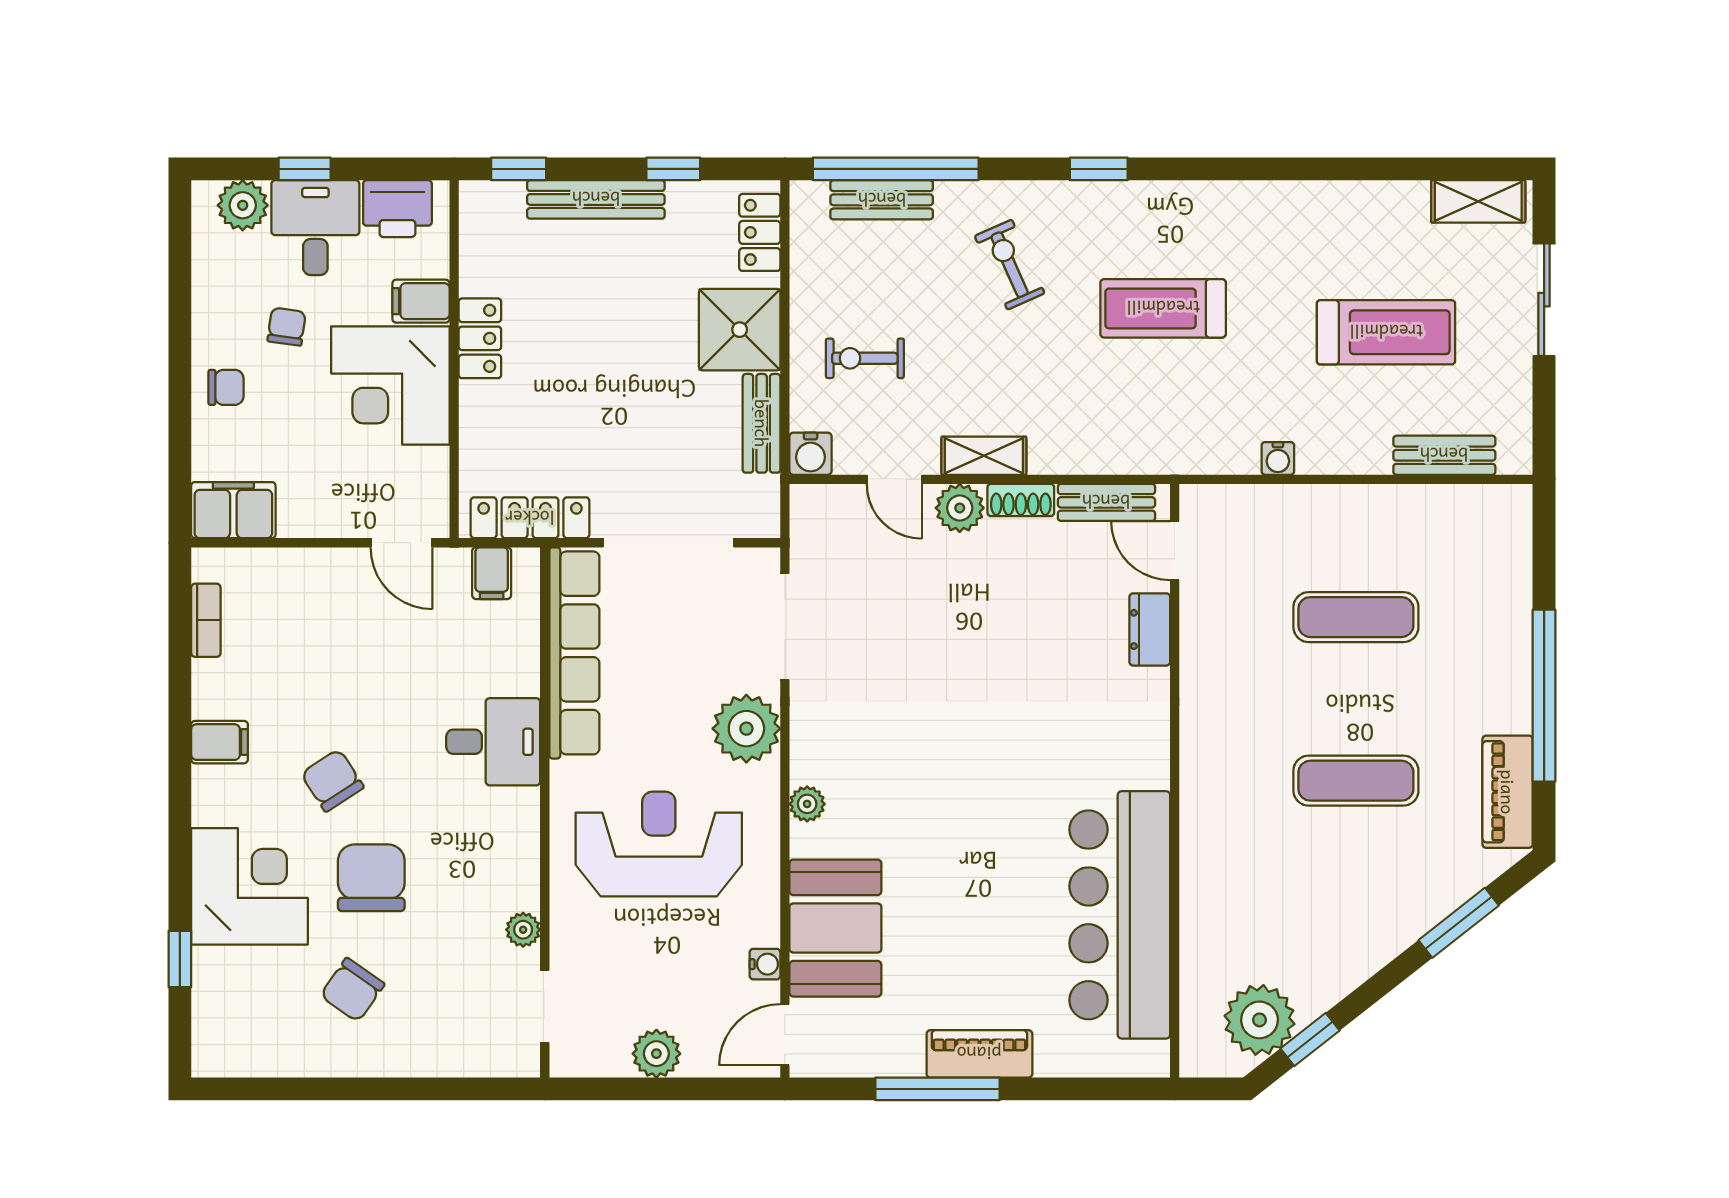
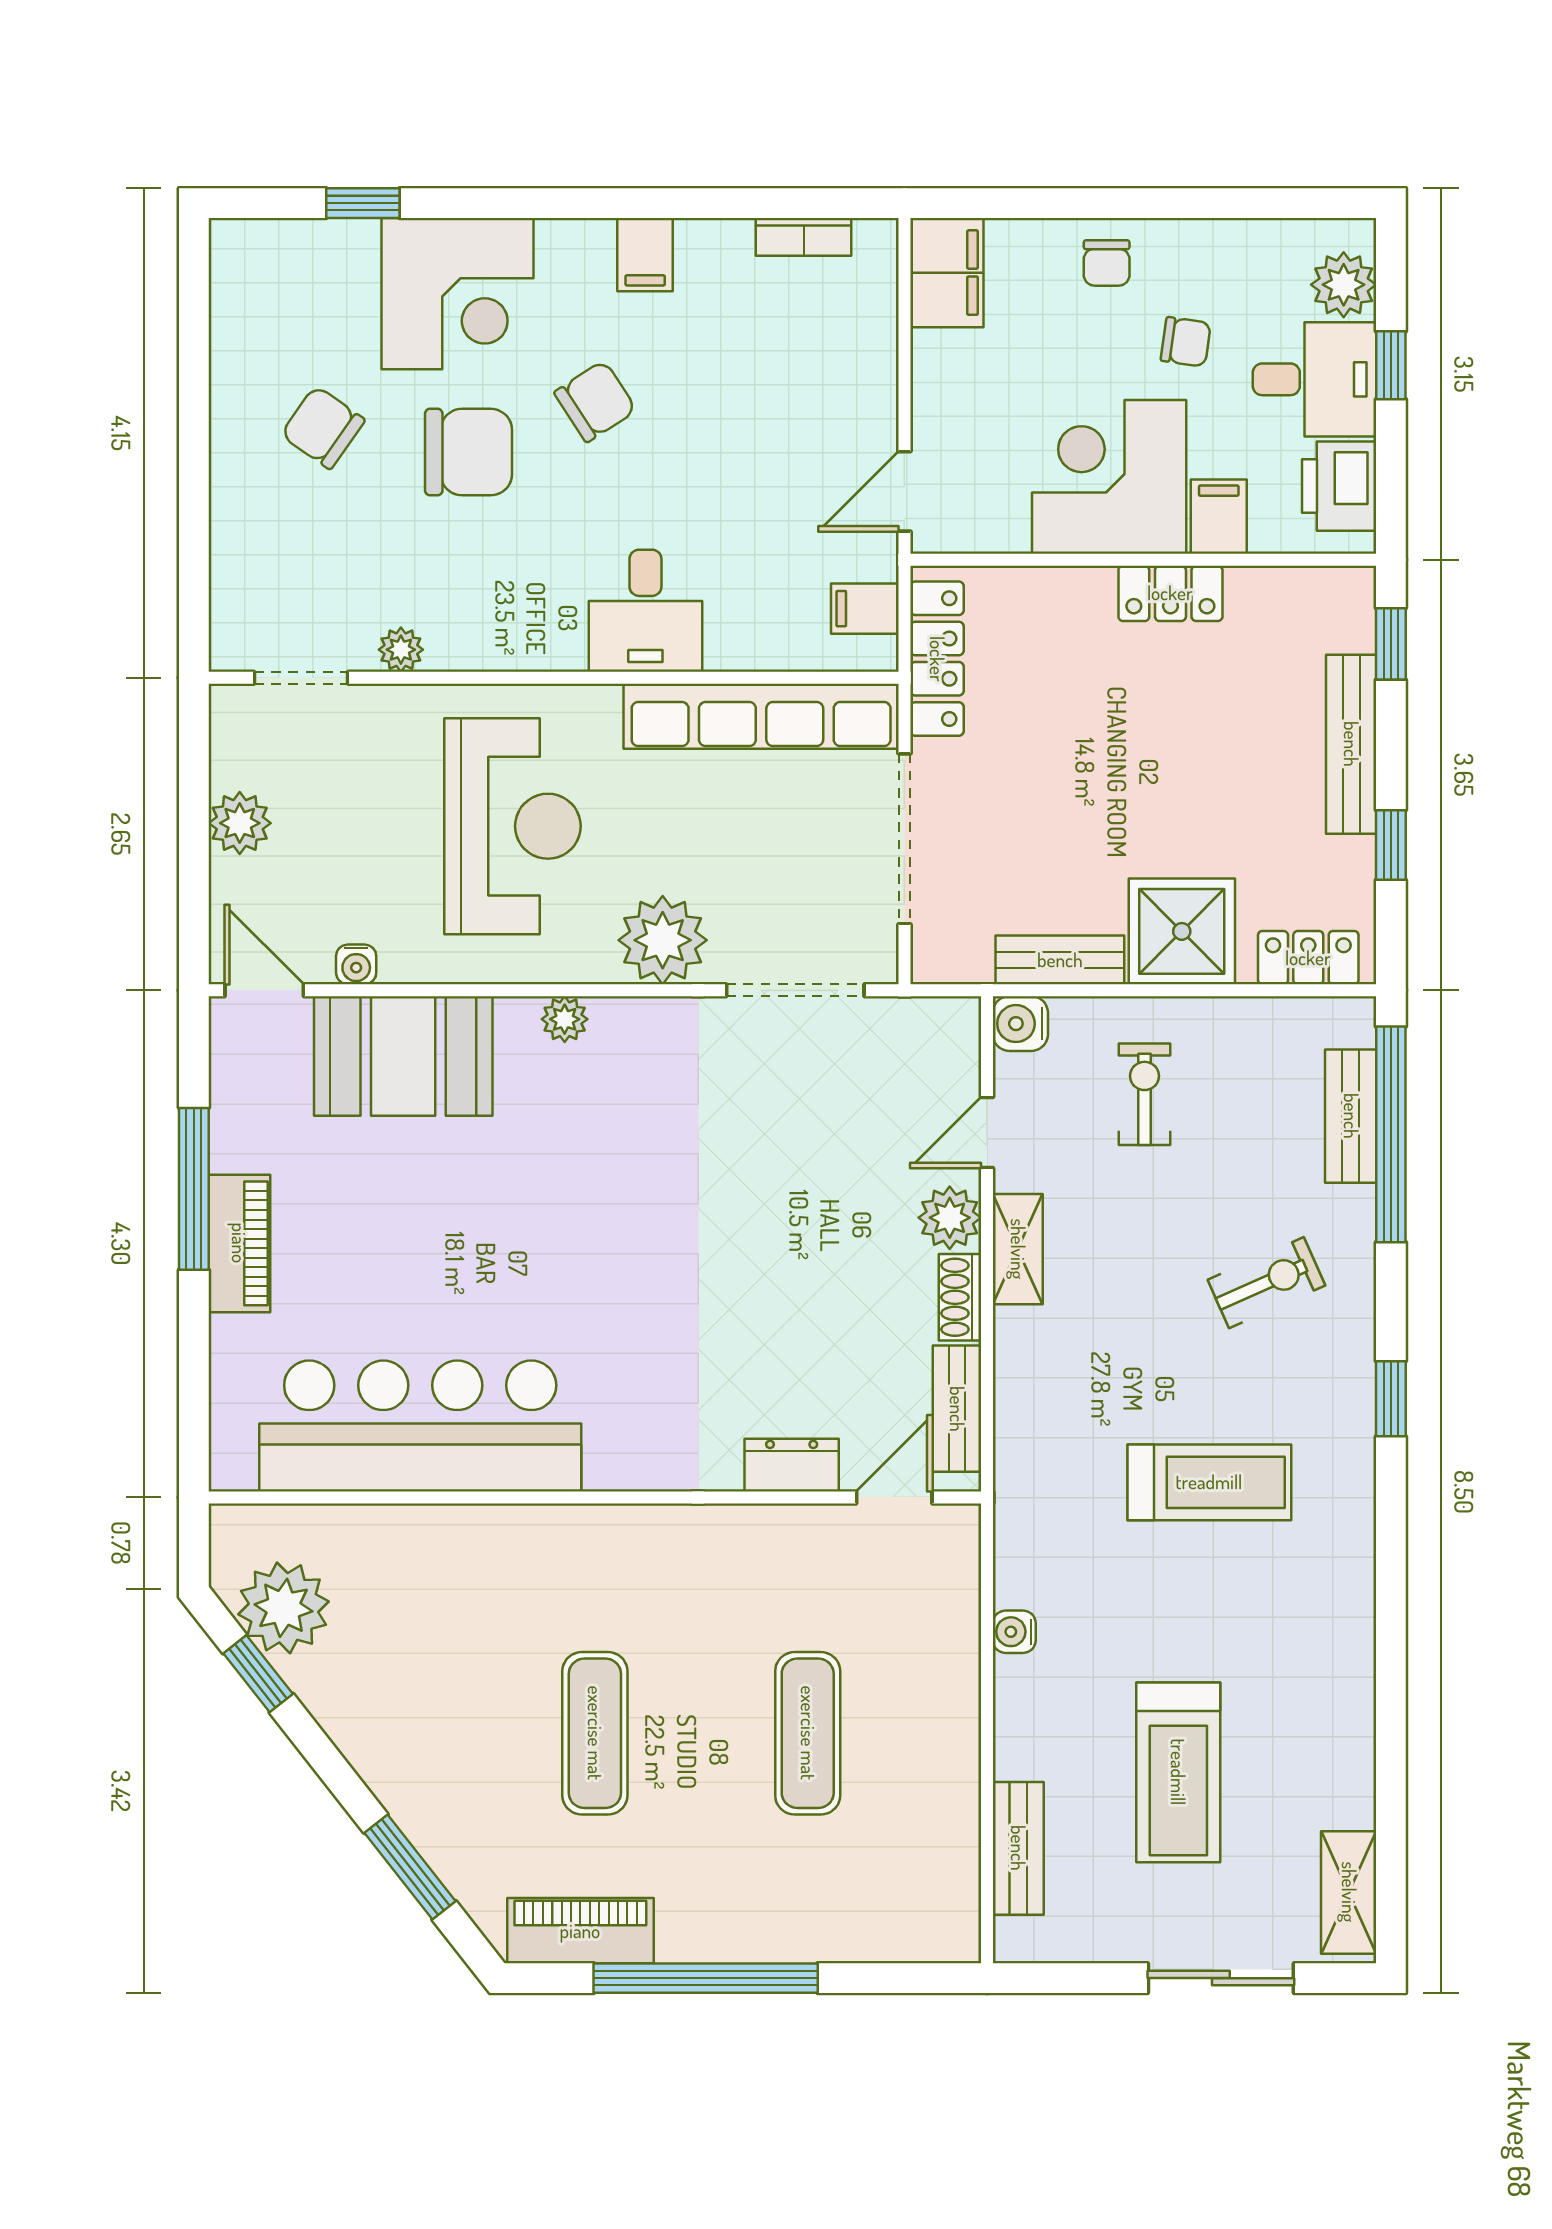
treadmill: (1163, 308) -> (1209, 1482), turned 90

